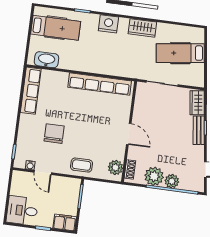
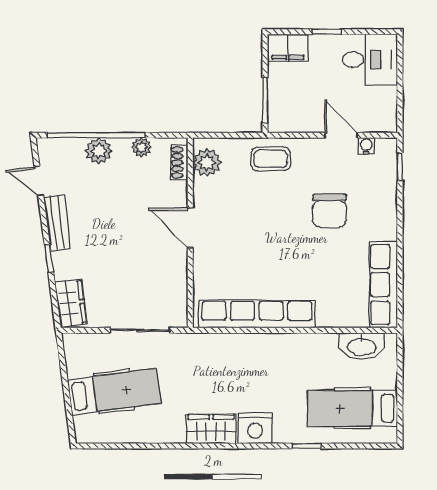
wardrobe: (142, 28) -> (211, 429), moved
bench: (199, 130) -> (57, 222), moved
plant: (154, 176) -> (141, 147), width x0.53, depth x0.53

